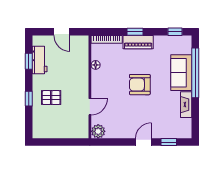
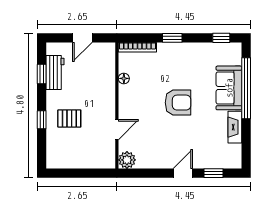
door: (62, 32) -> (82, 38), hinge flipped
piano: (138, 42) -> (176, 50), removed
armchair: (140, 85) -> (178, 103), turned 180

